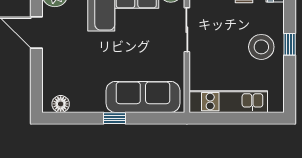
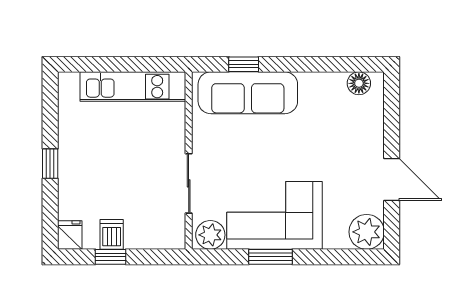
stool: (261, 47) -> (88, 160), removed
window: (115, 118) -> (244, 64), moved

